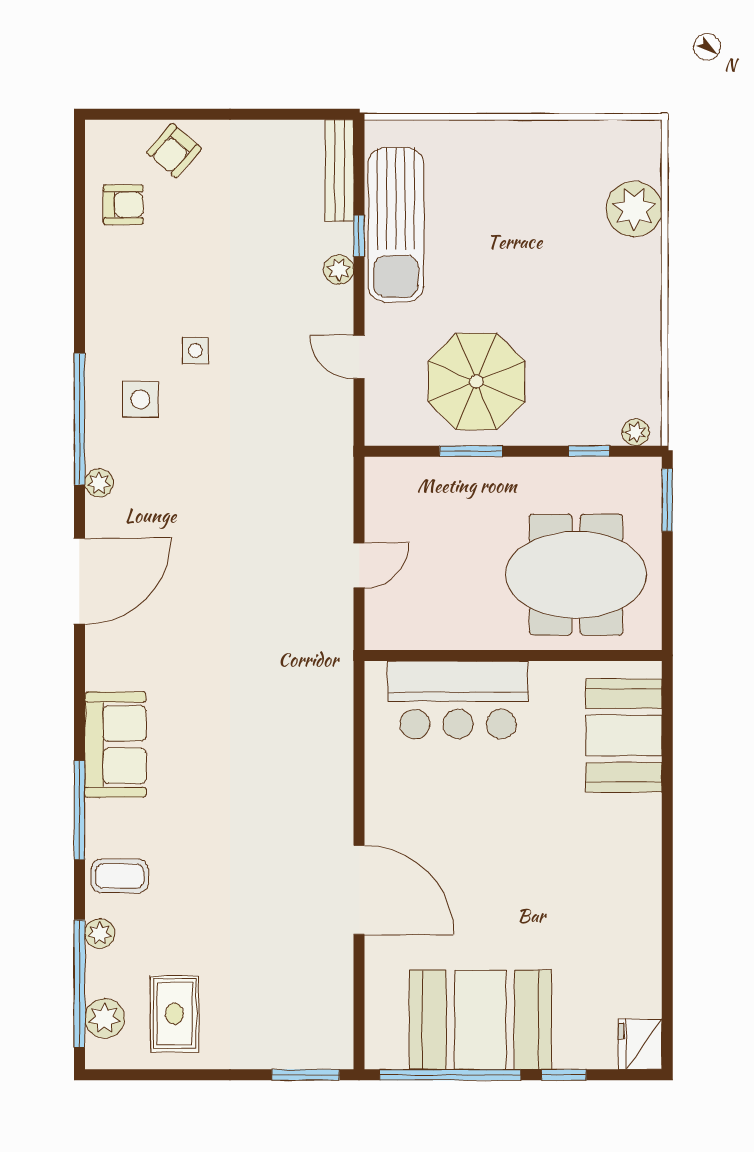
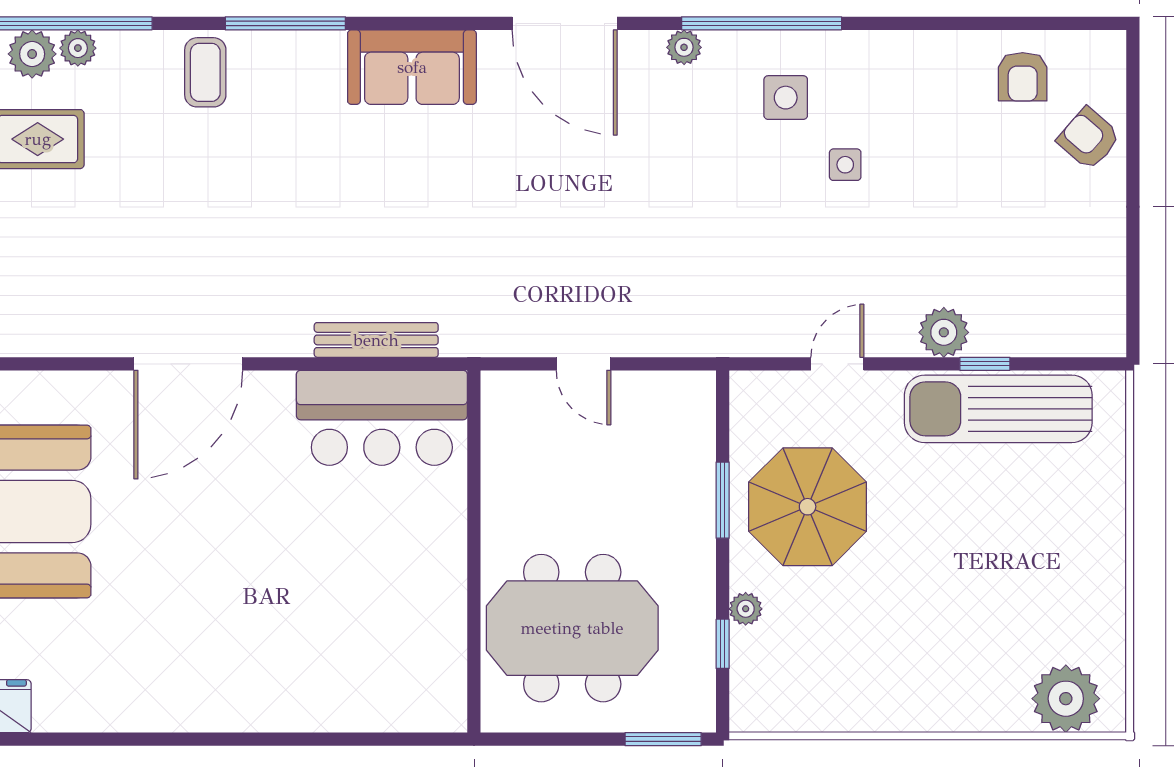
bench: (339, 170) -> (376, 340), moved
plant: (634, 209) -> (1066, 699), moved
plant: (339, 270) -> (944, 332), width x1.38, depth x1.38
plant: (636, 432) -> (746, 609), moved
meeting table: (576, 575) -> (572, 628), turned 90
bar counter: (458, 700) -> (382, 418), moved, turned -90
booth: (624, 736) -> (376, 686), removed
sofa: (115, 745) -> (412, 67), moved
plant: (100, 934) -> (78, 48), moved

